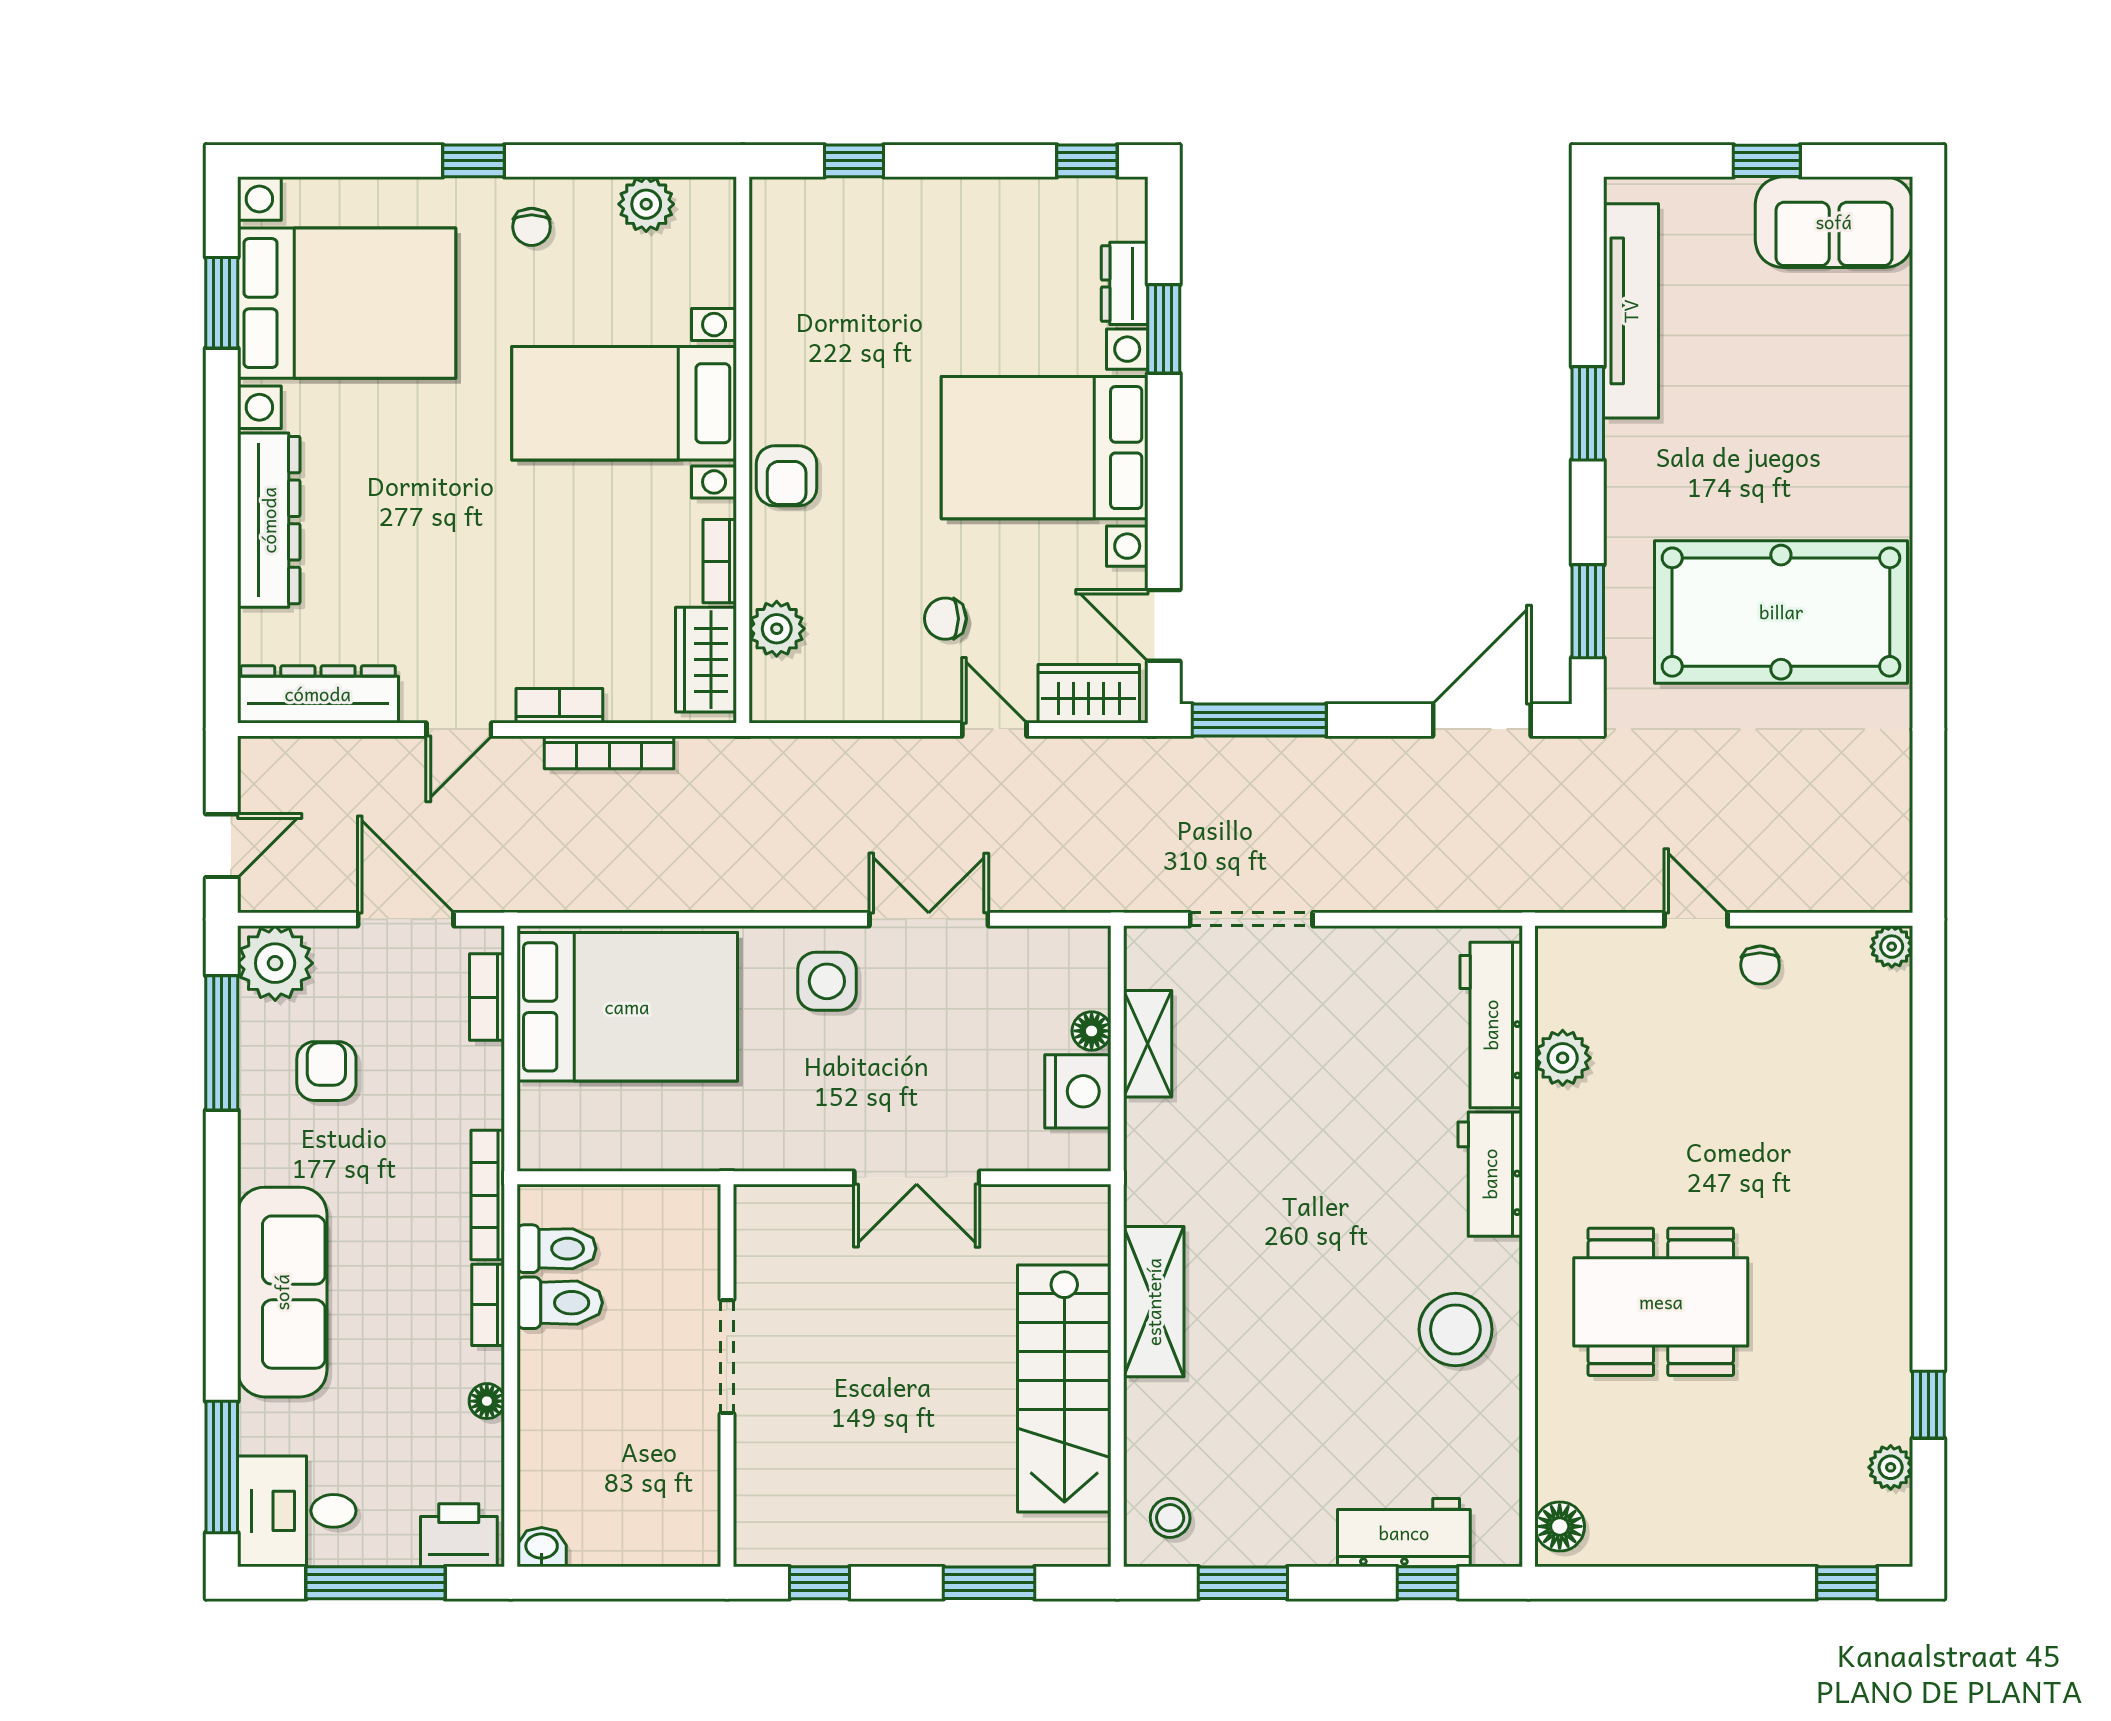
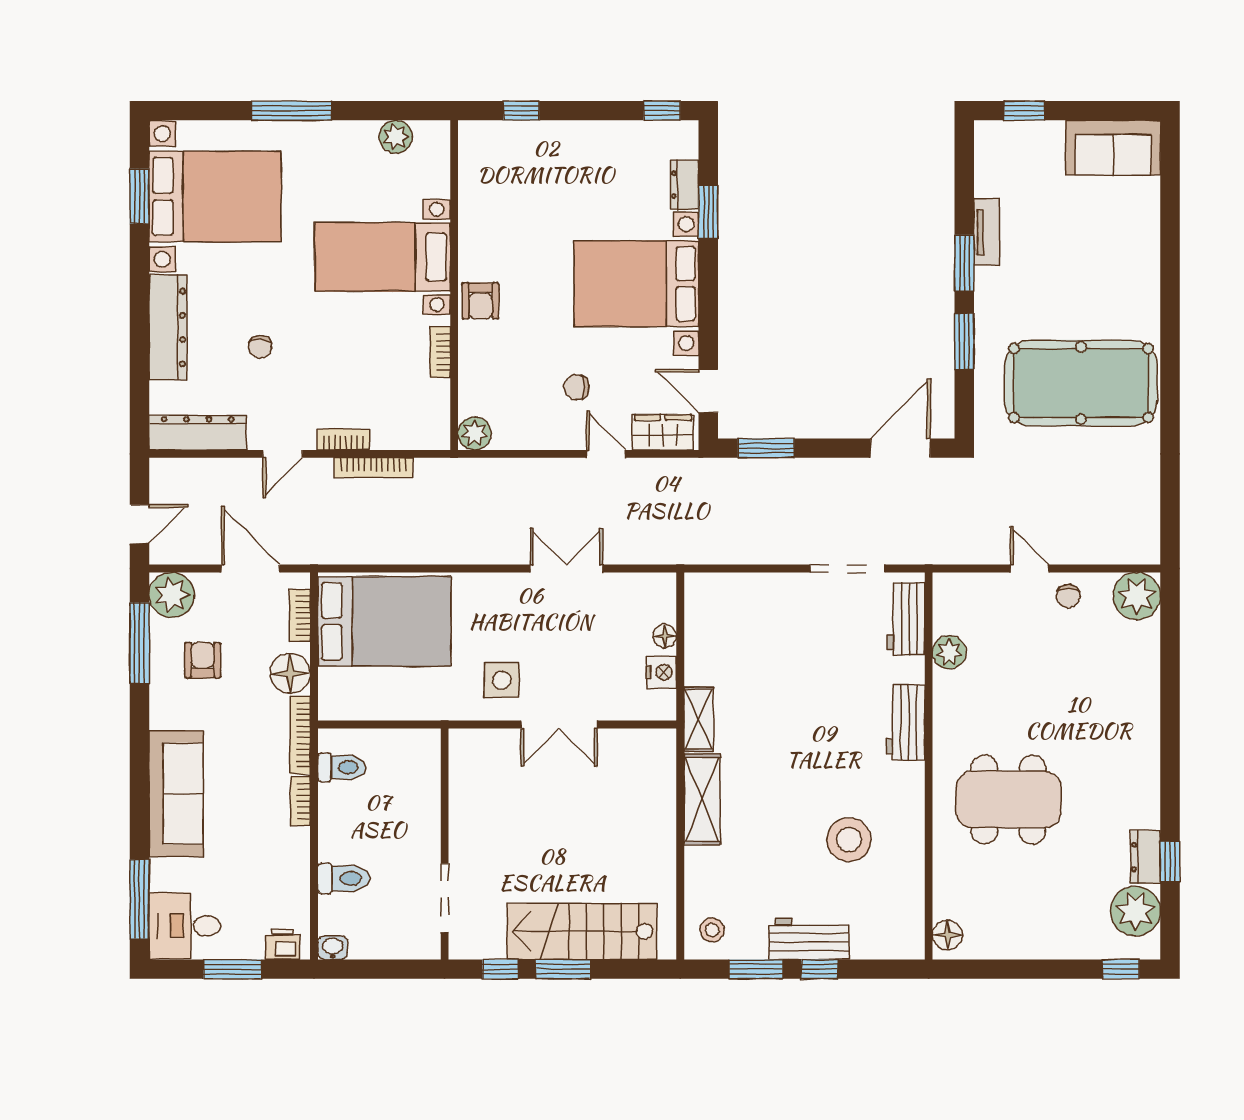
window: (473, 161) -> (292, 111), width x2.17
window: (1767, 161) -> (1024, 111), moved
chair: (532, 227) -> (260, 347), moved
tv unit: (1631, 311) -> (987, 232), width x0.52, depth x0.78
window: (1588, 611) -> (964, 341), moved
plant: (777, 629) -> (475, 433), moved
wardrobe: (706, 660) -> (432, 412), removed
window: (1259, 720) -> (766, 448), width x0.69
doorway: (1251, 919) -> (848, 569), moved
plant: (1892, 947) -> (1137, 596), width x1.88, depth x1.88
side table: (827, 981) -> (502, 680), moved
workbench: (1491, 1025) -> (906, 619), width x0.73
shelving: (1148, 1044) -> (699, 719), moved
nightstand: (1078, 1091) -> (661, 672), width x0.74, depth x0.75
toilet: (560, 1303) -> (344, 878), moved
stool: (1455, 1329) -> (849, 840), moved
doorway: (727, 1357) -> (445, 898), moved
stairs: (1064, 1389) -> (582, 931), moved, turned 90
dresser: (1888, 1397) -> (1146, 857), added
floor lamp: (487, 1401) -> (290, 673), moved, width x1.89, depth x1.89
plant: (1891, 1467) -> (1136, 911), width x1.88, depth x1.88
workbench: (1404, 1533) -> (809, 939), moved
printer: (459, 1535) -> (283, 944), width x0.73, depth x0.81
window: (375, 1583) -> (232, 969), width x0.69
window: (989, 1583) -> (563, 969), moved
window: (1428, 1583) -> (819, 969), moved

